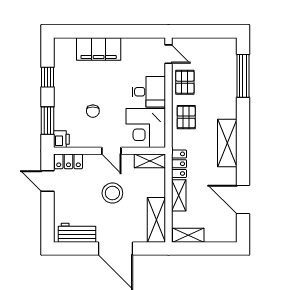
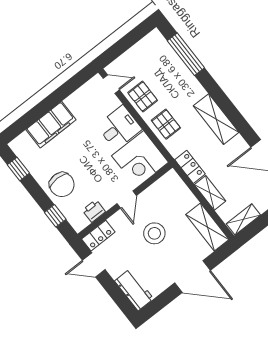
window: (48, 77) -> (18, 169), moved
chair: (93, 111) -> (62, 185), moved, width x1.87, depth x1.87
window: (48, 121) -> (55, 216), width x0.67
printer: (61, 139) -> (94, 211), moved, turned -90
door: (111, 151) -> (127, 200), hinge flipped
shelving: (150, 161) -> (164, 183), removed
workbench: (77, 233) -> (134, 290), moved, turned 90

